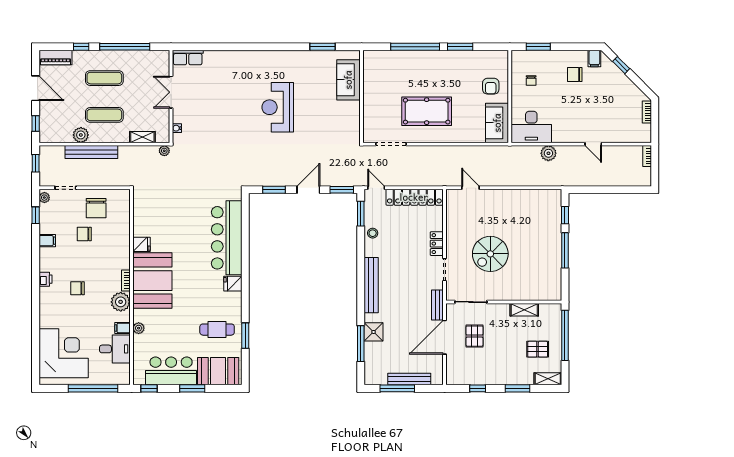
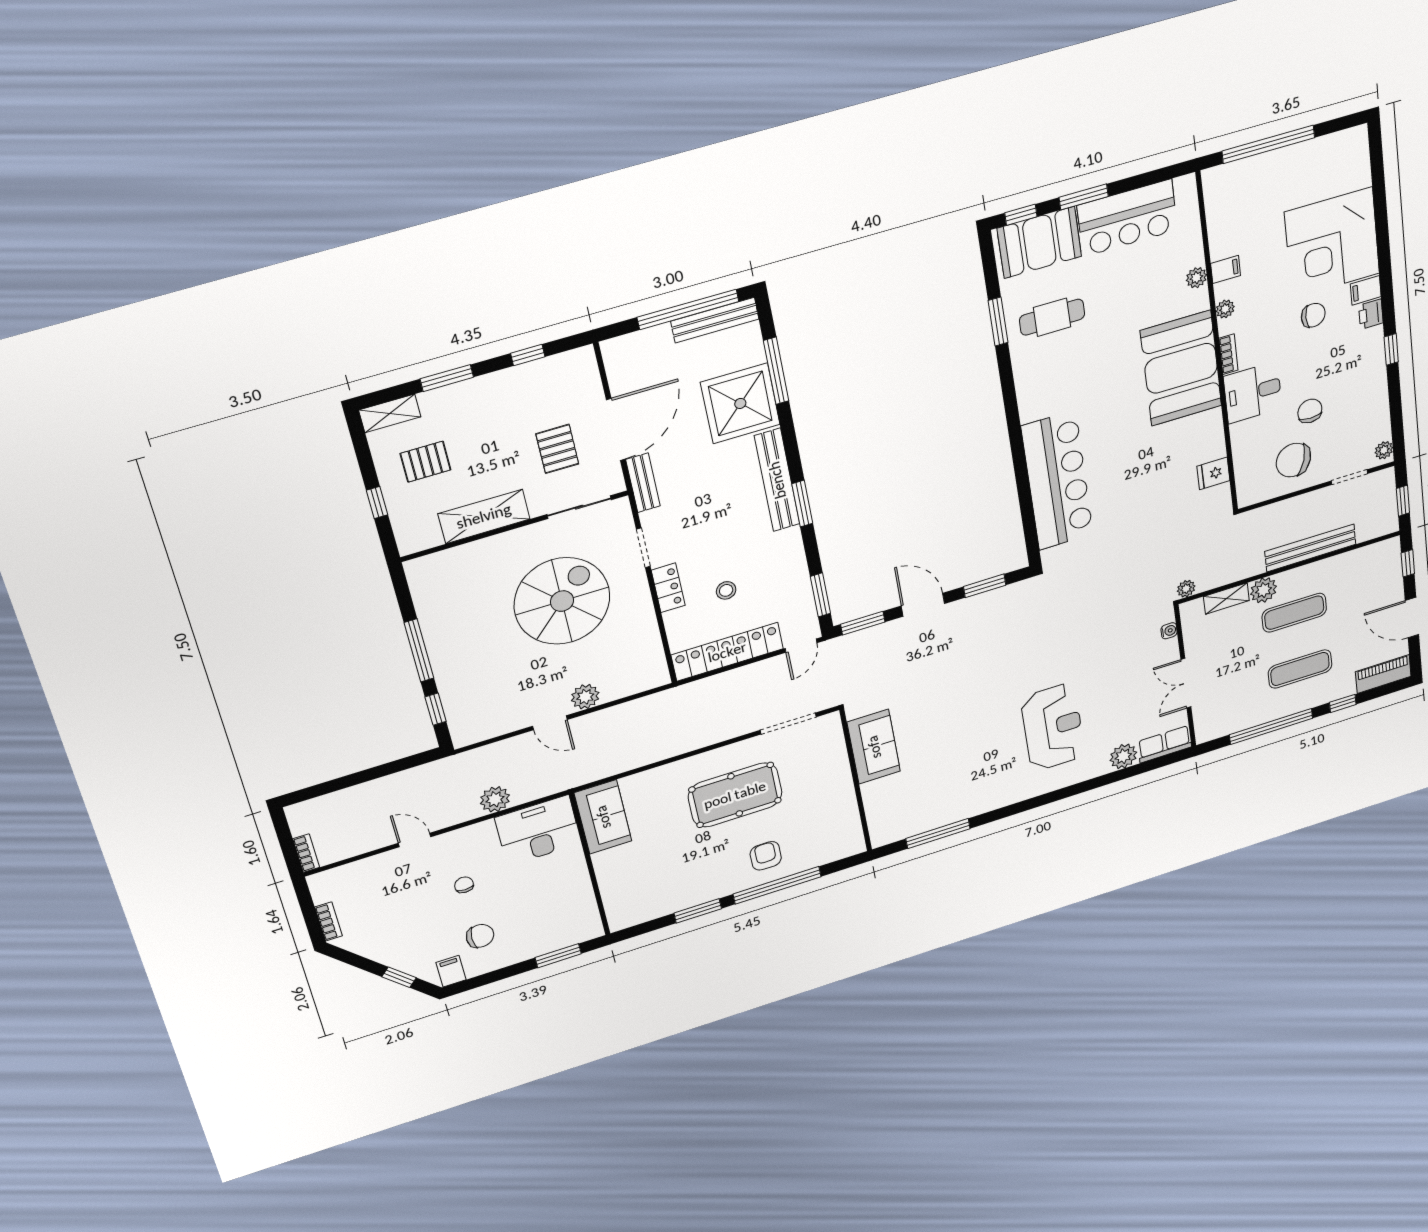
window: (322, 47) -> (938, 834), width x1.44
plant: (212, 58) -> (1123, 756), added
sofa: (348, 80) -> (874, 747), moved
chair: (531, 81) -> (464, 885), moved
armchair: (491, 86) -> (766, 856), moved
double door: (171, 92) -> (1186, 683), swing flipped
reception desk: (278, 107) -> (1053, 727), moved
plant: (81, 135) -> (1264, 590), moved
door: (376, 188) -> (801, 646), hinge flipped
door: (471, 188) -> (550, 723), moved
door: (308, 190) -> (923, 605), swing flipped
plant: (491, 196) -> (585, 697), added
chair: (96, 208) -> (1293, 460), turned -74
window: (36, 215) -> (1391, 349), moved
stool: (373, 233) -> (726, 590), moved
chair: (84, 234) -> (1310, 411), turned -90
filing cabinet: (47, 241) -> (1366, 290), moved
fridge: (142, 244) -> (1213, 473), moved
spiral stairs: (490, 254) -> (562, 601), width x1.37, depth x1.37
window: (361, 268) -> (802, 504), added
fridge: (233, 284) -> (1035, 406), removed
plant: (121, 302) -> (1225, 309), width x0.53, depth x0.53
shelving: (524, 310) -> (484, 516), width x1.50, depth x1.33
shower: (374, 332) -> (740, 403), width x1.86, depth x1.86
window: (565, 335) -> (377, 502), width x0.32
desk: (115, 349) -> (1253, 392), moved
corner desk: (64, 353) -> (1332, 243), moved
bench: (409, 379) -> (715, 320), moved
window: (149, 388) -> (1021, 215), moved
window: (397, 388) -> (688, 309), width x1.46

